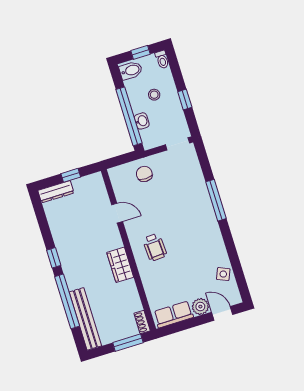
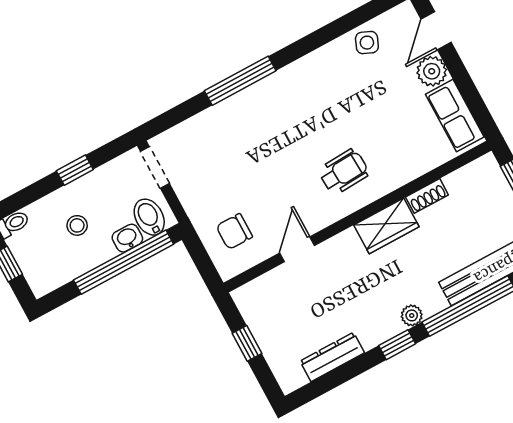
bidet: (131, 70) -> (149, 217), moved
chair: (144, 174) -> (234, 232), moved
dresser: (56, 192) -> (332, 357), moved, turned -90
plant: (68, 269) -> (412, 315), added
shoe rack: (142, 322) -> (427, 196), moved

